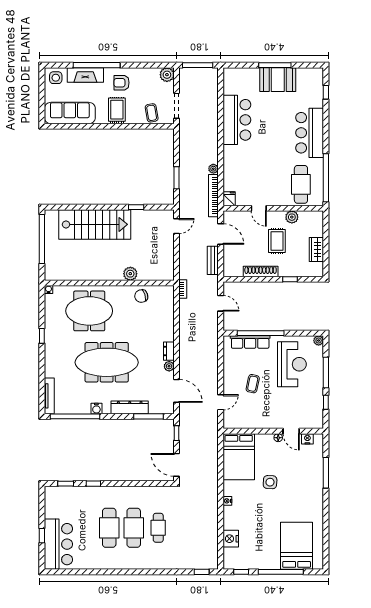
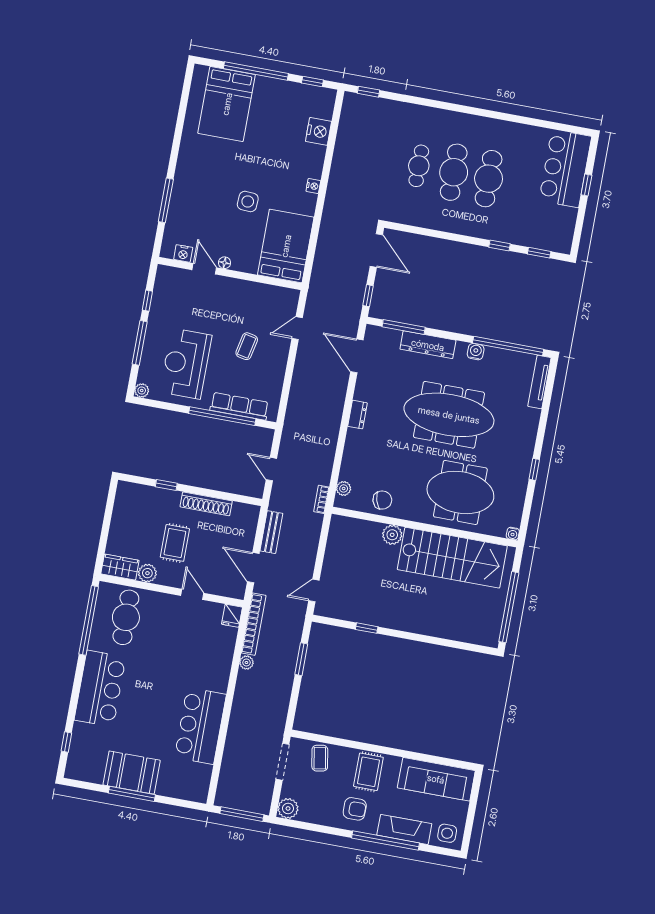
stairs: (95, 224) -> (452, 558), moved, turned 180
wardrobe: (316, 249) -> (120, 567), moved, turned -90
plant: (169, 366) -> (344, 488), moved

